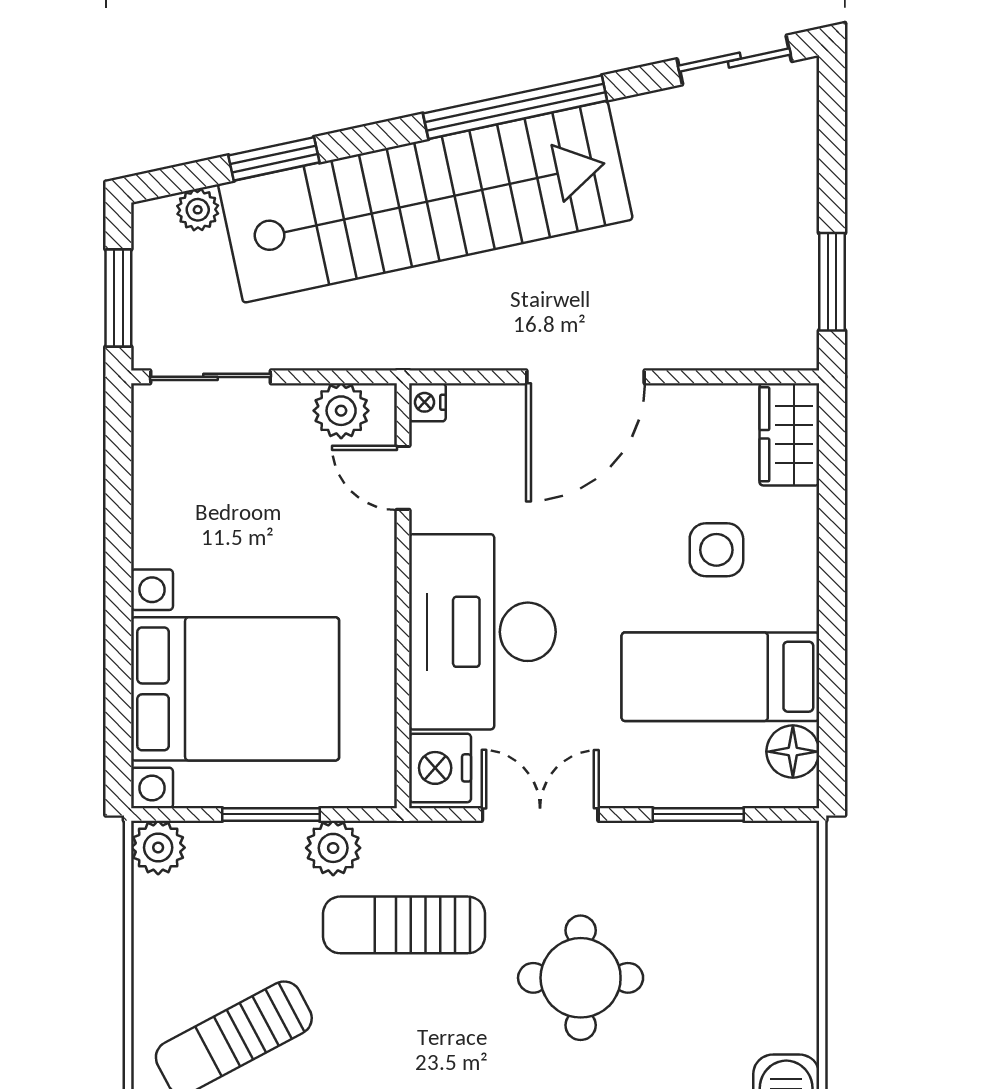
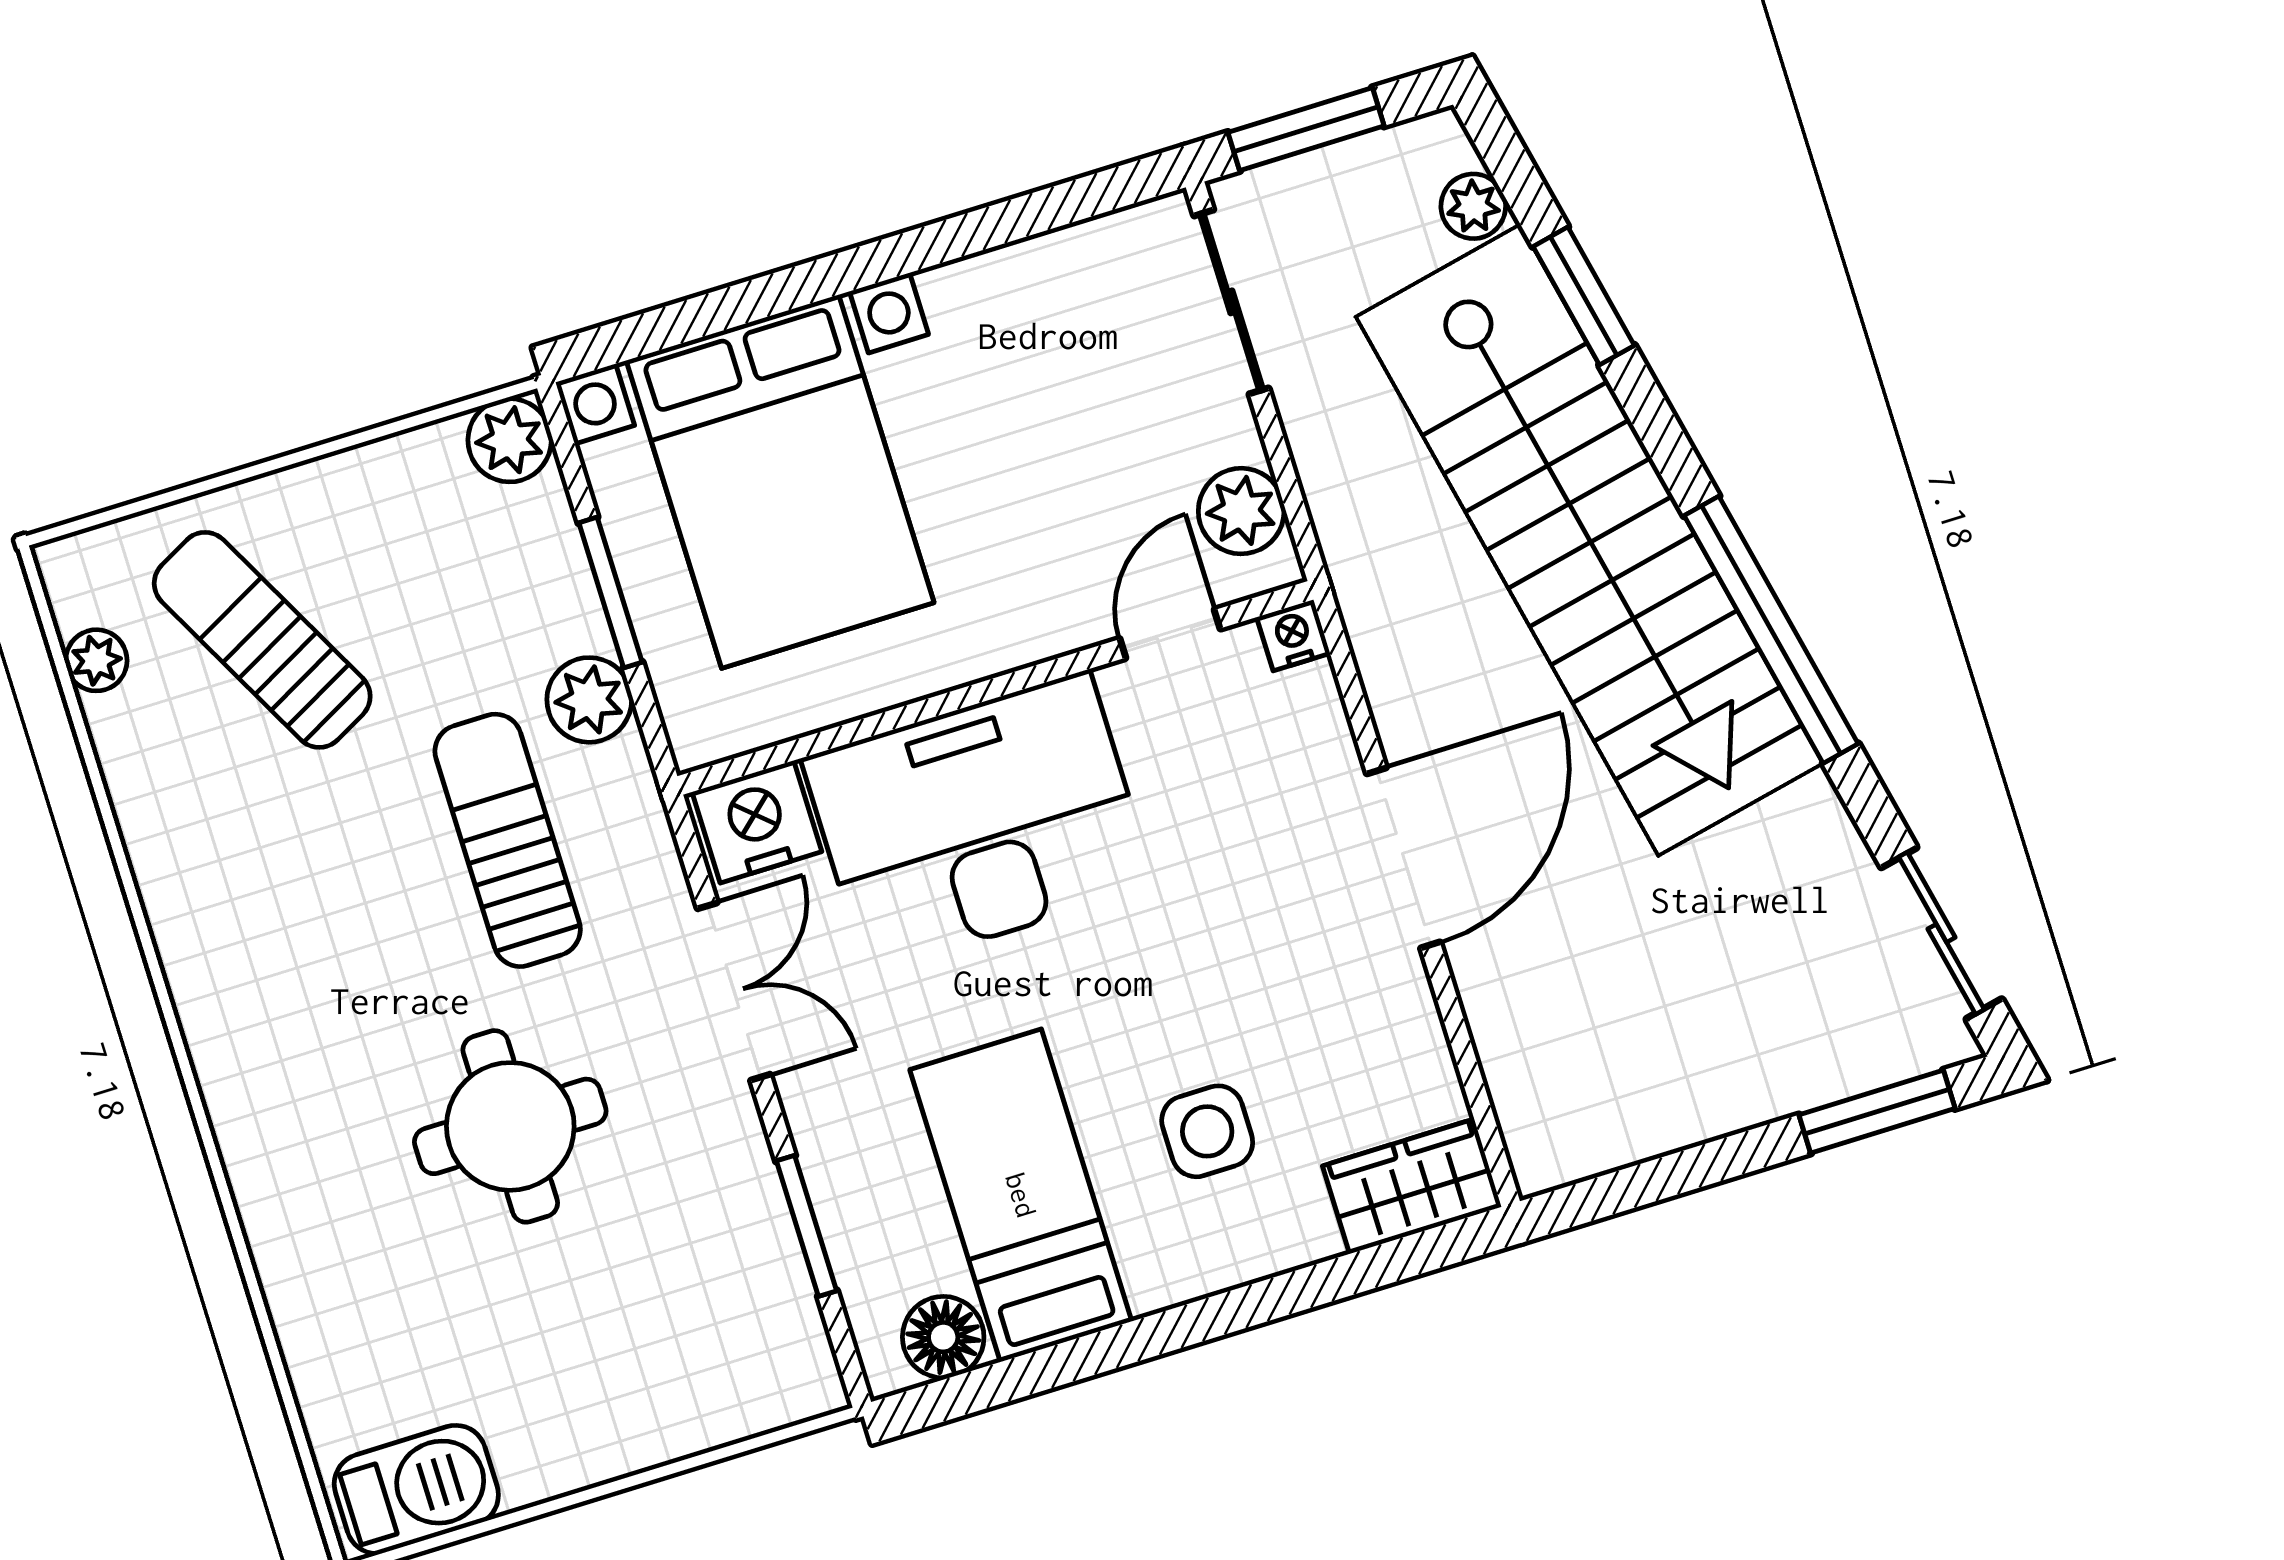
window: (832, 282) -> (1877, 1112), moved
door: (585, 377) -> (1403, 858), swing flipped

